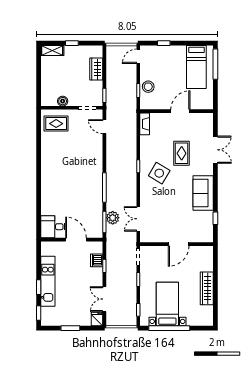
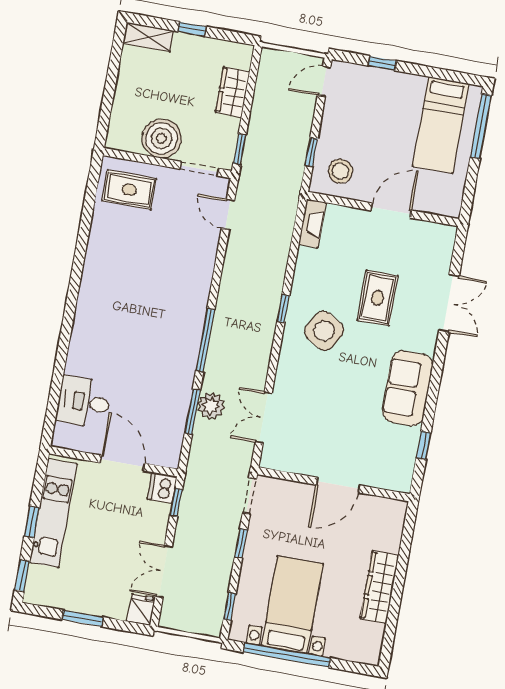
stool: (148, 87) -> (340, 171), moved
boiler: (63, 101) -> (162, 138), width x1.86, depth x1.86
wall: (72, 240) -> (114, 461), moved
door: (76, 240) -> (122, 463), moved

